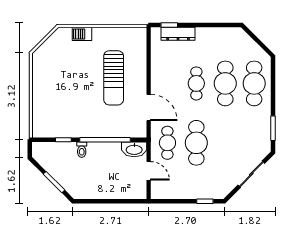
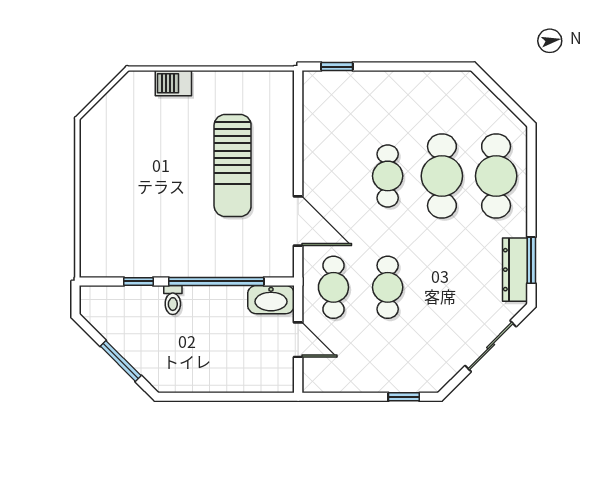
dresser: (178, 34) -> (515, 270), moved, turned 90
cafe table: (196, 143) -> (388, 287), width x0.73, depth x0.74

